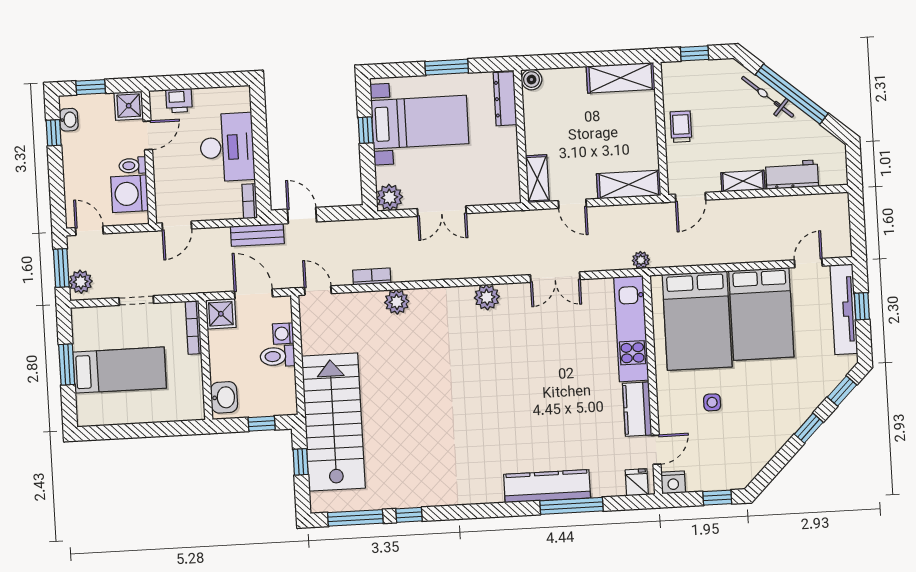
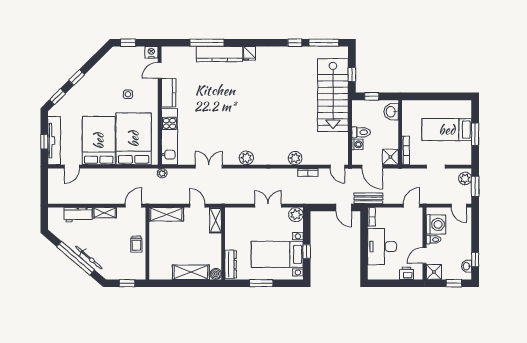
shelving: (621, 78) -> (191, 272), moved
fridge: (637, 482) -> (250, 53), moved

